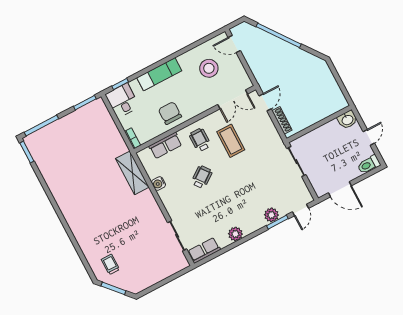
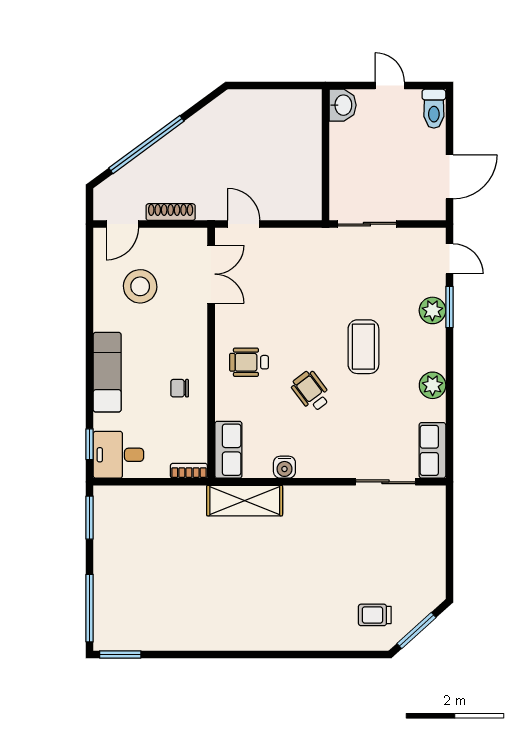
chair: (170, 113) -> (180, 388), width x0.54, depth x0.54
shoe rack: (282, 120) -> (171, 212), moved
coffee table: (231, 141) -> (363, 347), moved, turned 90
row of seats: (165, 145) -> (228, 450), moved

